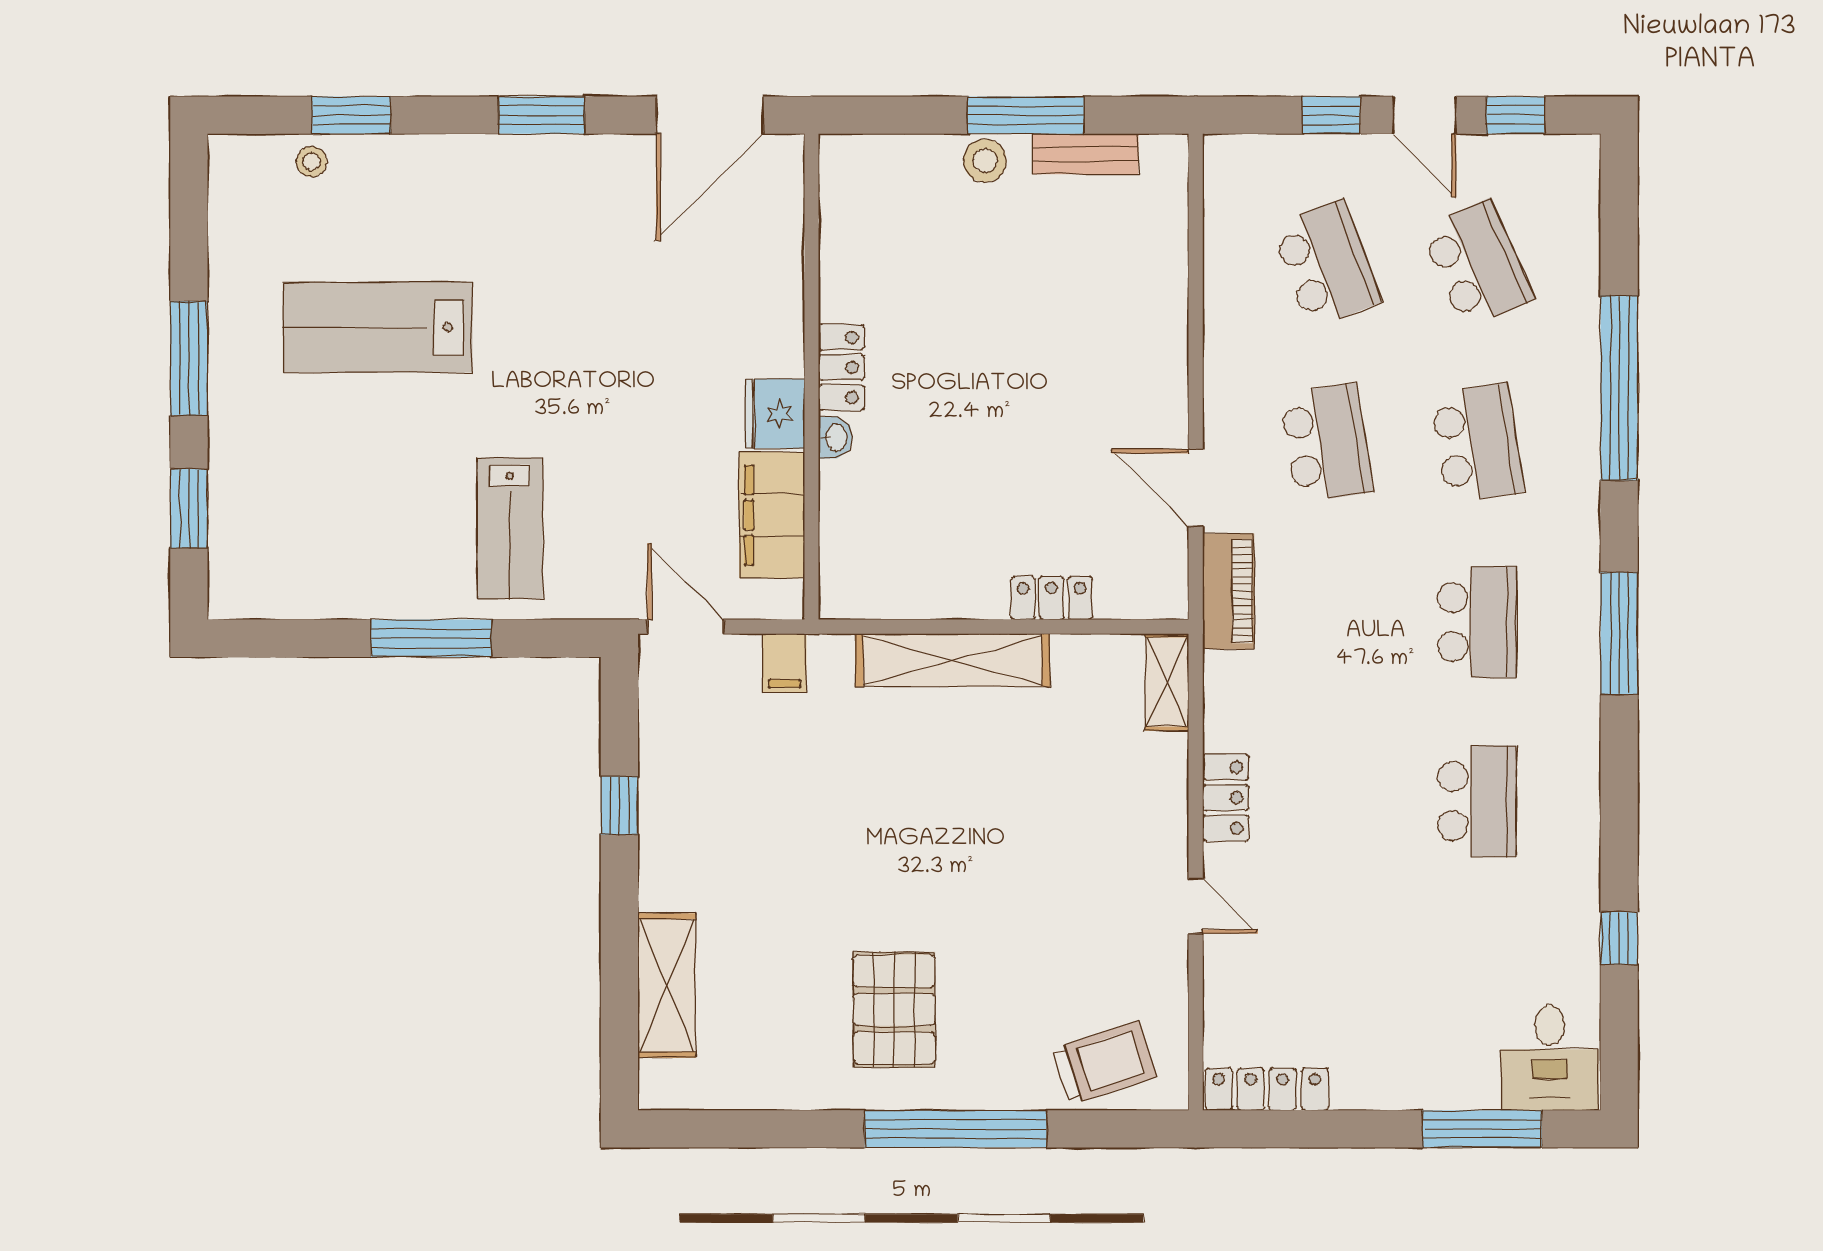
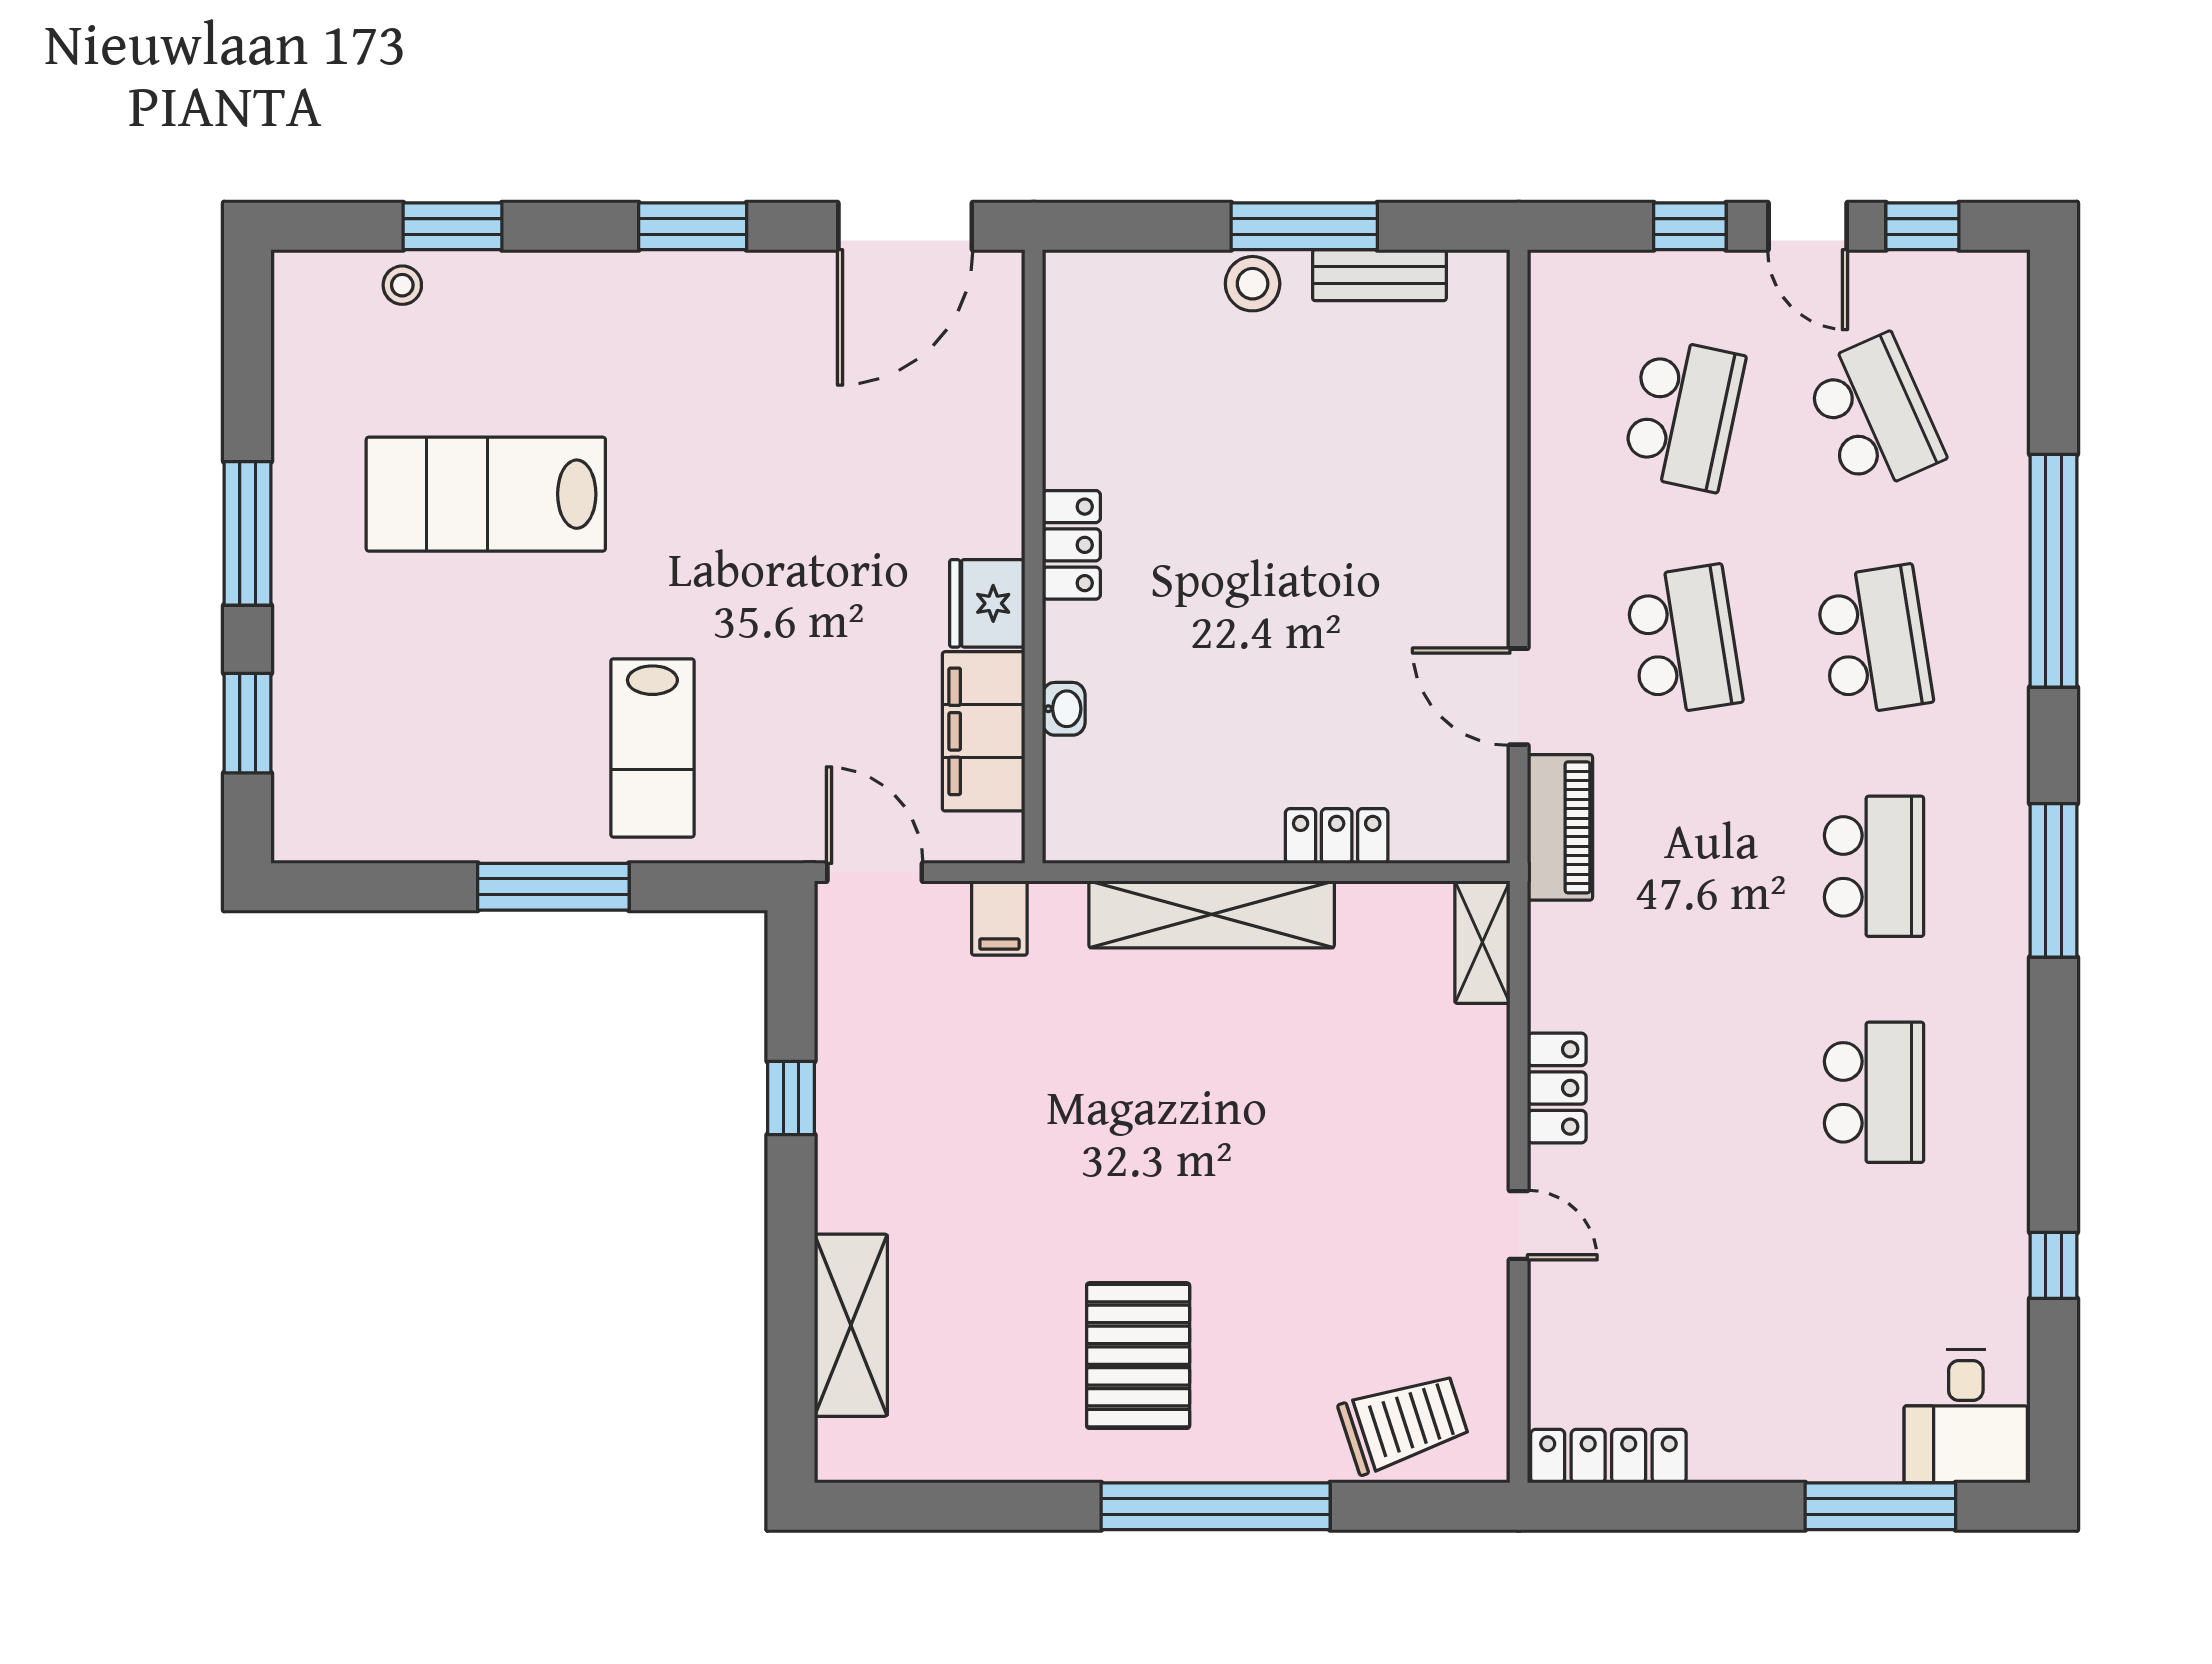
school desk: (1326, 264) -> (1684, 414), turned 33
washbasin: (835, 438) -> (1064, 709), moved

